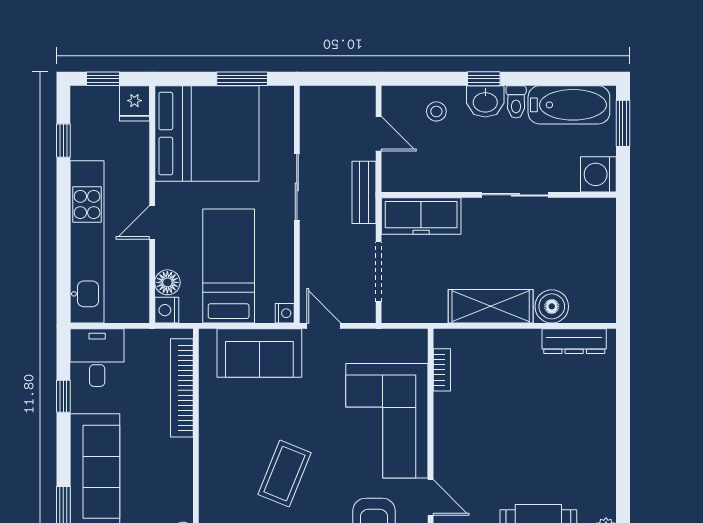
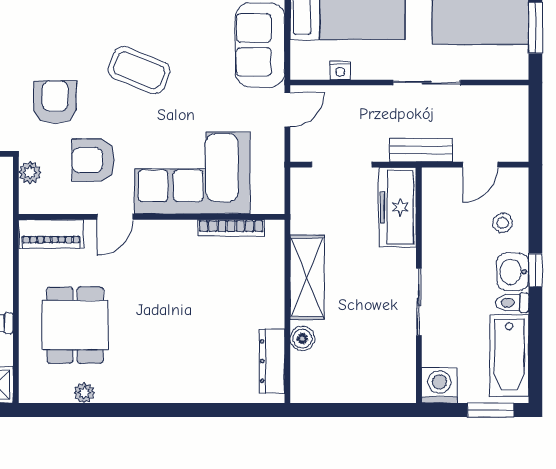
boiler: (552, 306) -> (302, 339), width x0.73, depth x0.73
nightstand: (285, 313) -> (340, 70), moved
bookcase: (442, 370) -> (231, 228), width x1.56

